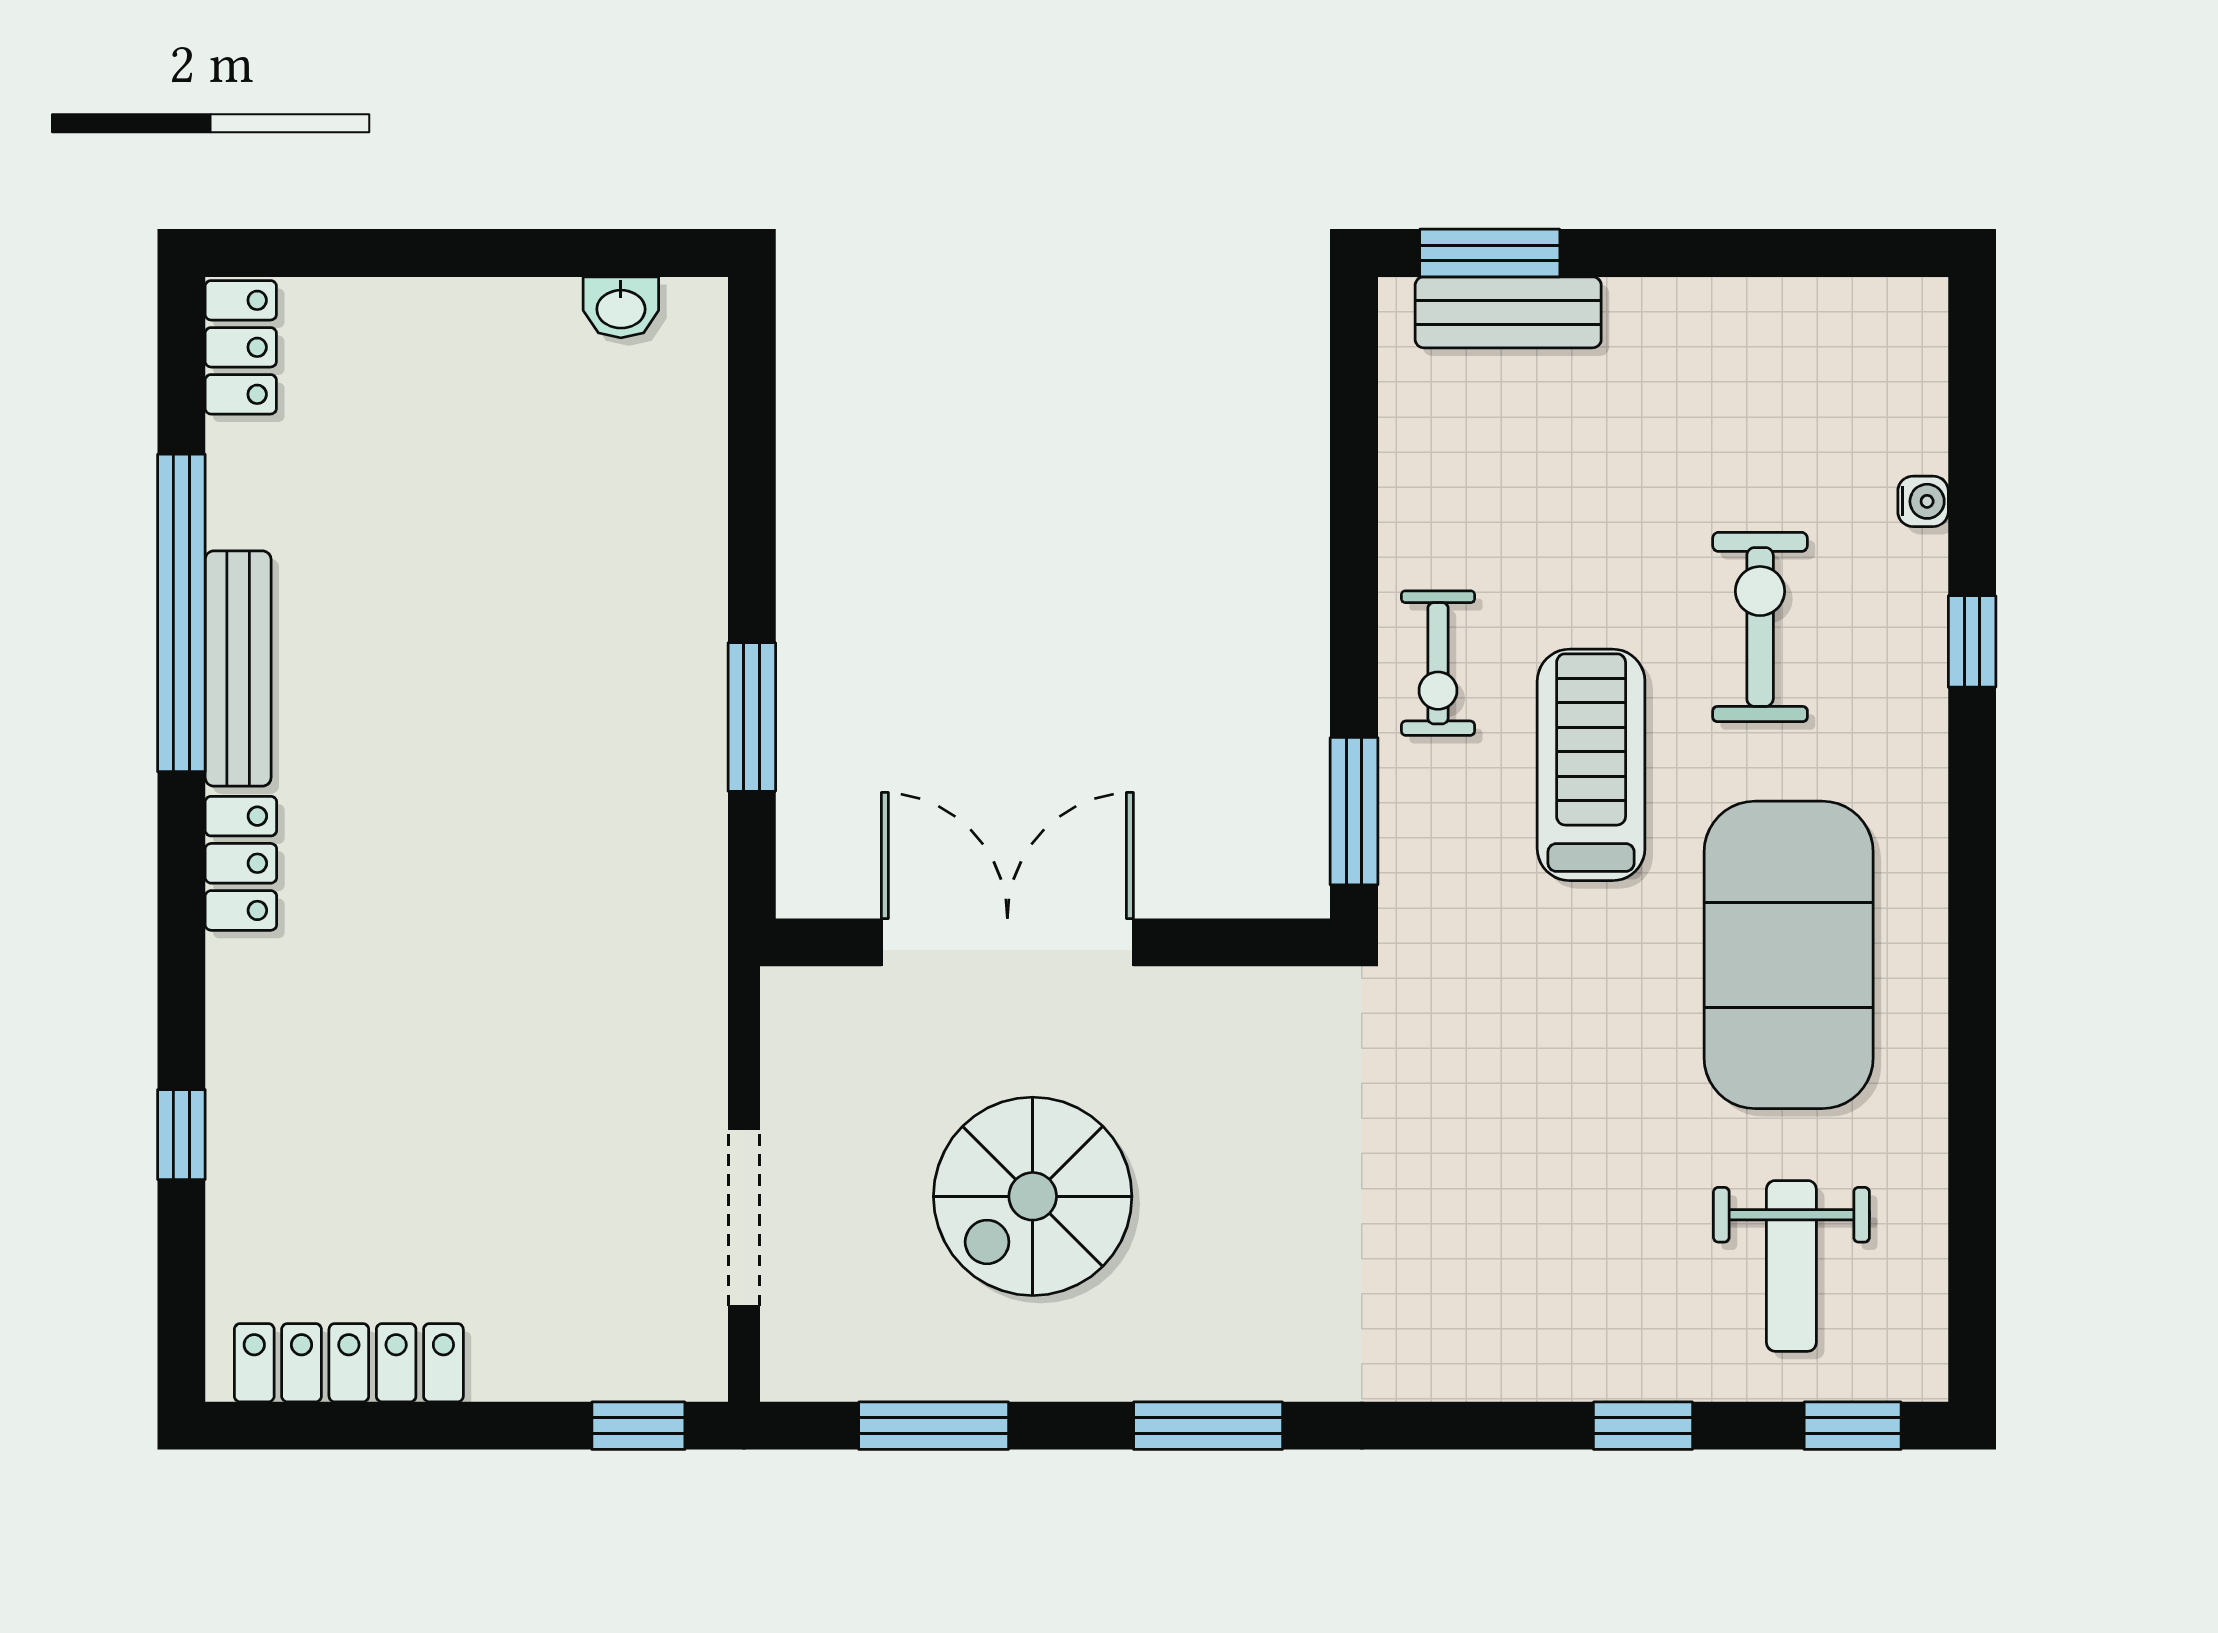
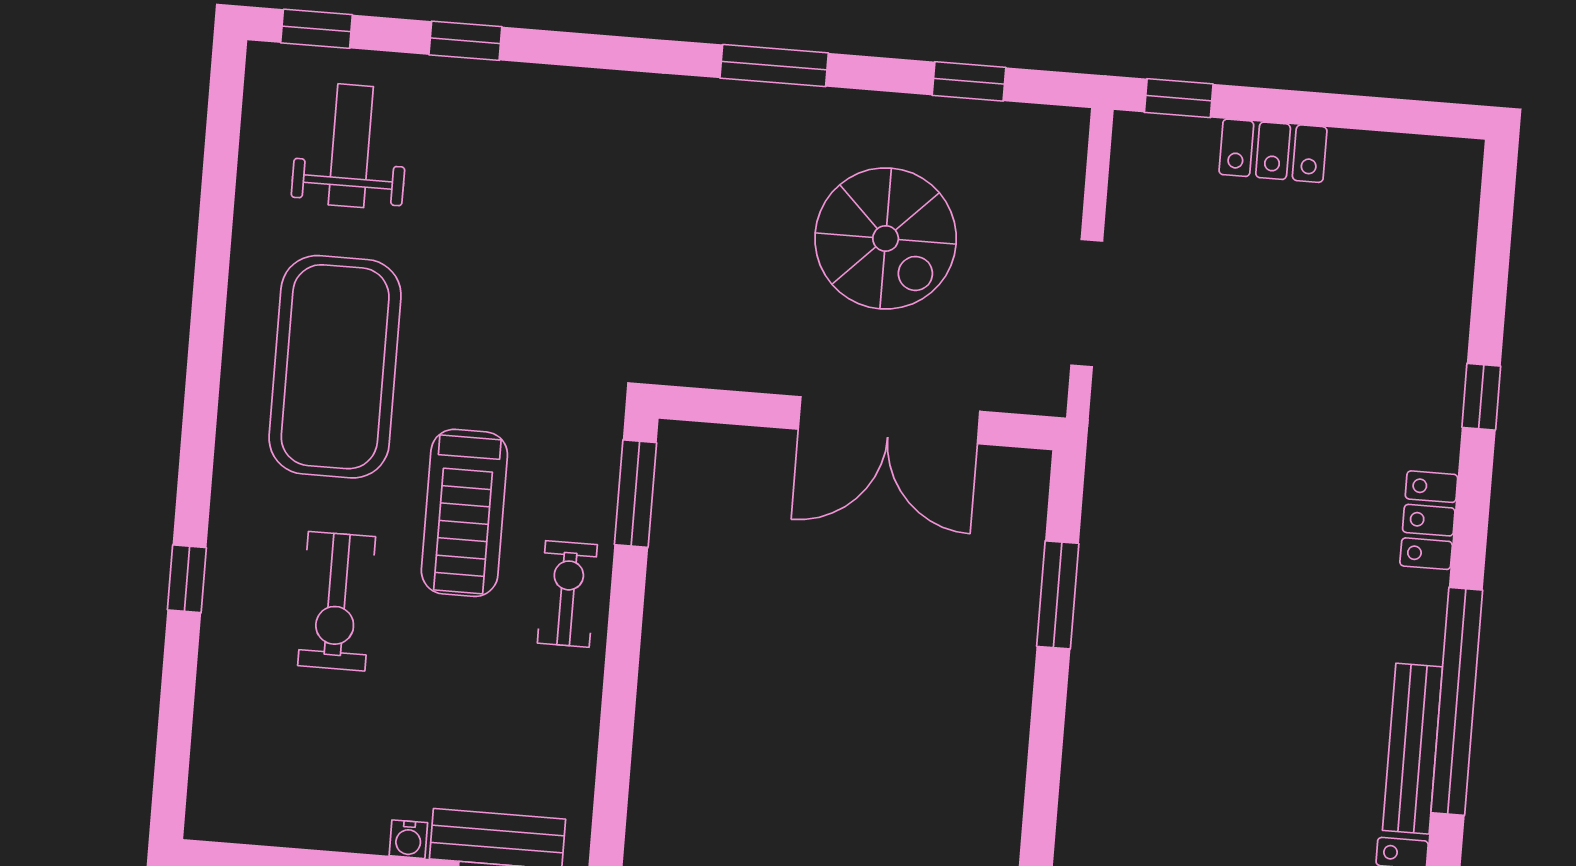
water cooler: (1923, 501) -> (408, 839), moved, turned -90
bench: (238, 669) -> (1412, 749), moved
window: (181, 1135) -> (1481, 397), moved
spiral stairs: (1033, 1196) -> (886, 238), turned 90
doorway: (744, 1217) -> (1087, 303), moved
locker: (349, 1363) -> (1273, 151), moved, width x0.66
window: (934, 1426) -> (969, 81), width x0.67

